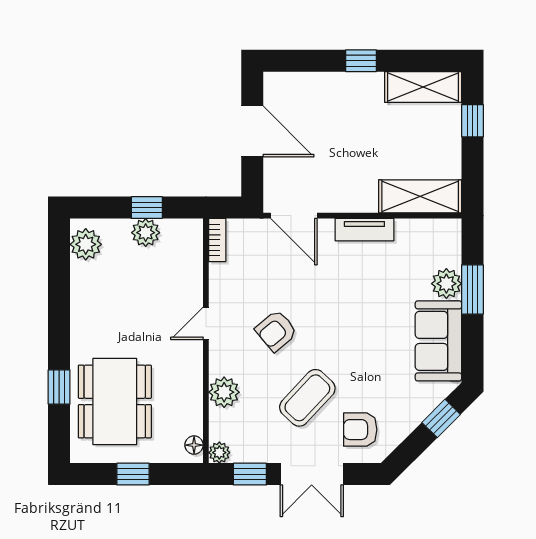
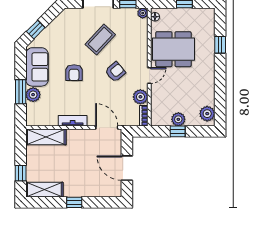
plant: (224, 392) -> (140, 97), moved
dining table: (115, 401) -> (173, 49), moved, turned 90
armchair: (360, 430) -> (74, 73), moved, turned 90

